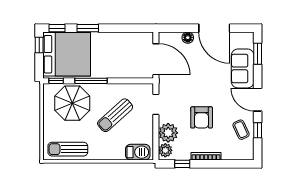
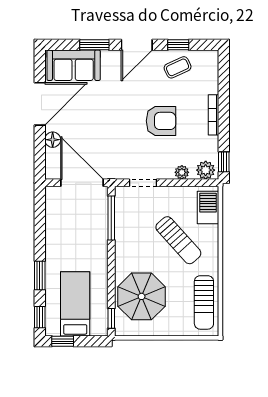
bed: (67, 54) -> (75, 304), width x0.49
window: (258, 54) -> (94, 45), moved
door: (156, 59) -> (82, 183), hinge flipped
sofa: (243, 68) -> (74, 65), moved
window: (91, 81) -> (111, 218), moved
sun lounger: (115, 115) -> (178, 240), moved
plant: (168, 133) -> (182, 172), width x0.53, depth x0.53
window: (182, 164) -> (224, 162), moved

